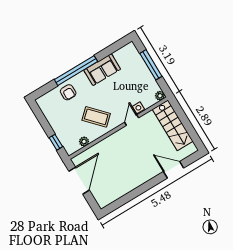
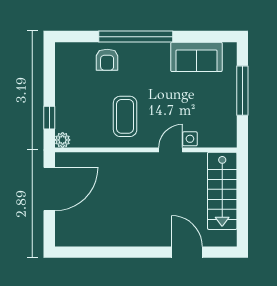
sofa: (102, 70) -> (196, 57), moved
plant: (160, 96) -> (229, 140), removed
coffee table: (96, 117) -> (125, 116), turned 43
plant: (84, 142) -> (63, 140), moved

